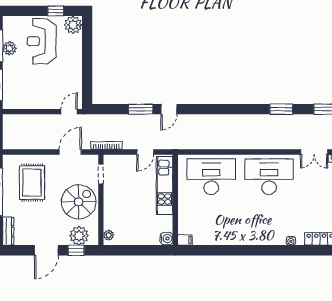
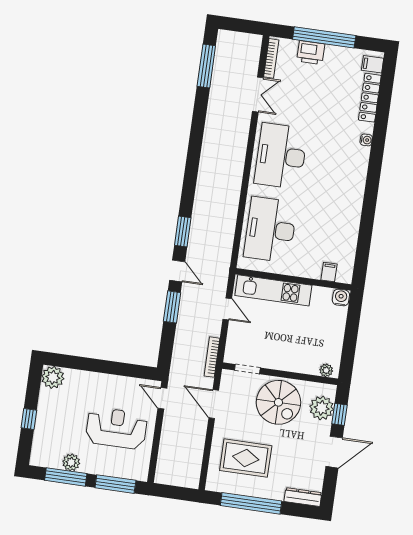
window: (56, 11) -> (29, 419), moved
reception desk: (42, 41) -> (116, 428), moved, turned 180
window: (281, 109) -> (183, 232), moved
spiral stairs: (79, 202) -> (278, 402), turned 180
filing cabinet: (185, 240) -> (329, 272), moved
door: (46, 250) -> (334, 452), hinge flipped

